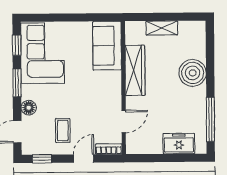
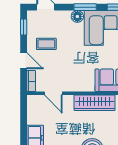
floor lamp: (29, 108) -> (77, 16), moved

